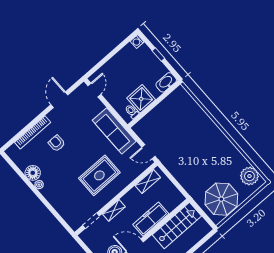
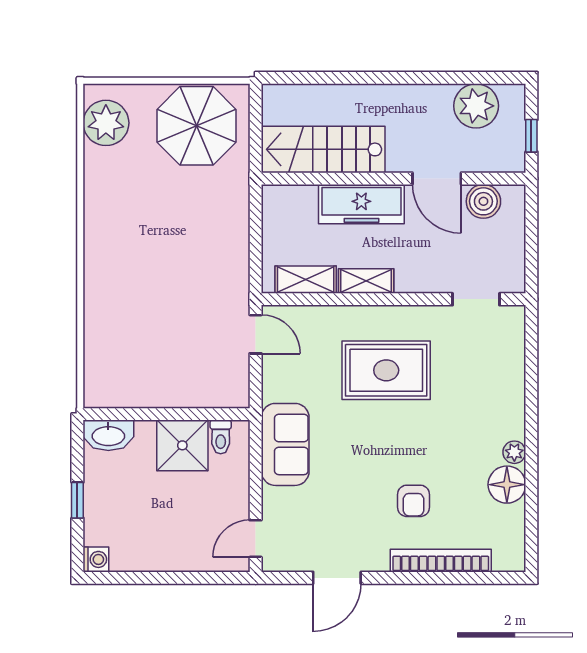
sofa: (114, 131) -> (285, 444), width x0.73
shelving: (114, 210) -> (366, 281), moved

